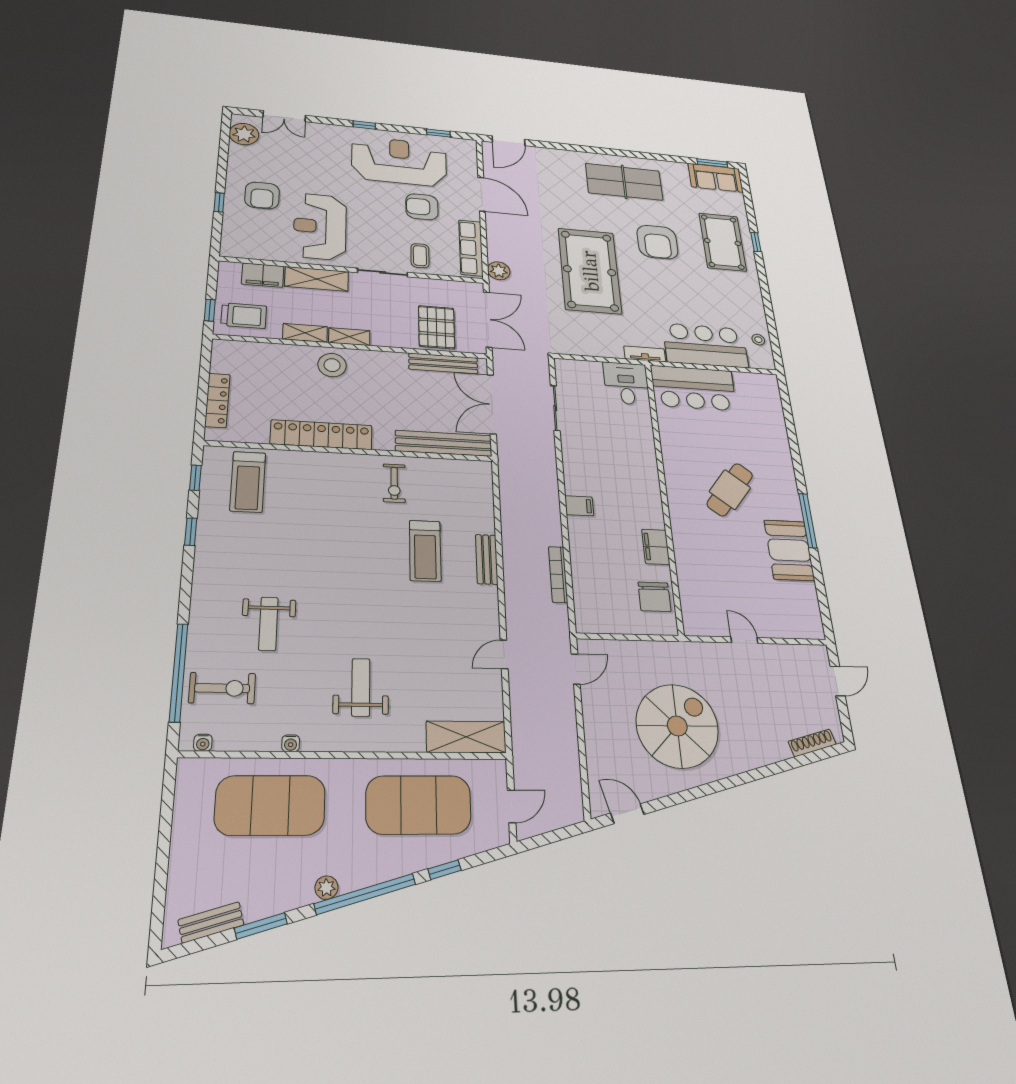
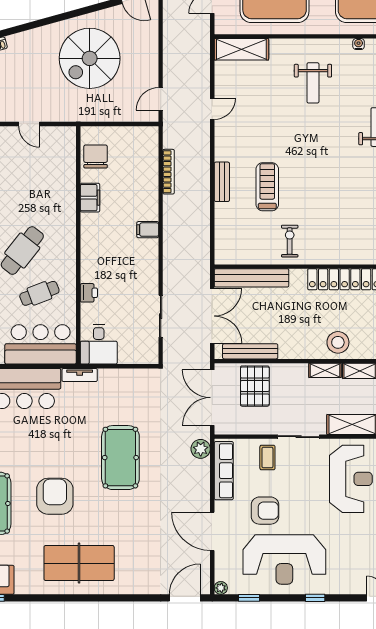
plant: (470, 145) -> (221, 588), added
pool table: (590, 271) -> (120, 458), width x0.73, depth x0.76
printer: (644, 439) -> (89, 293), added
cafe table: (703, 442) -> (39, 293), added

